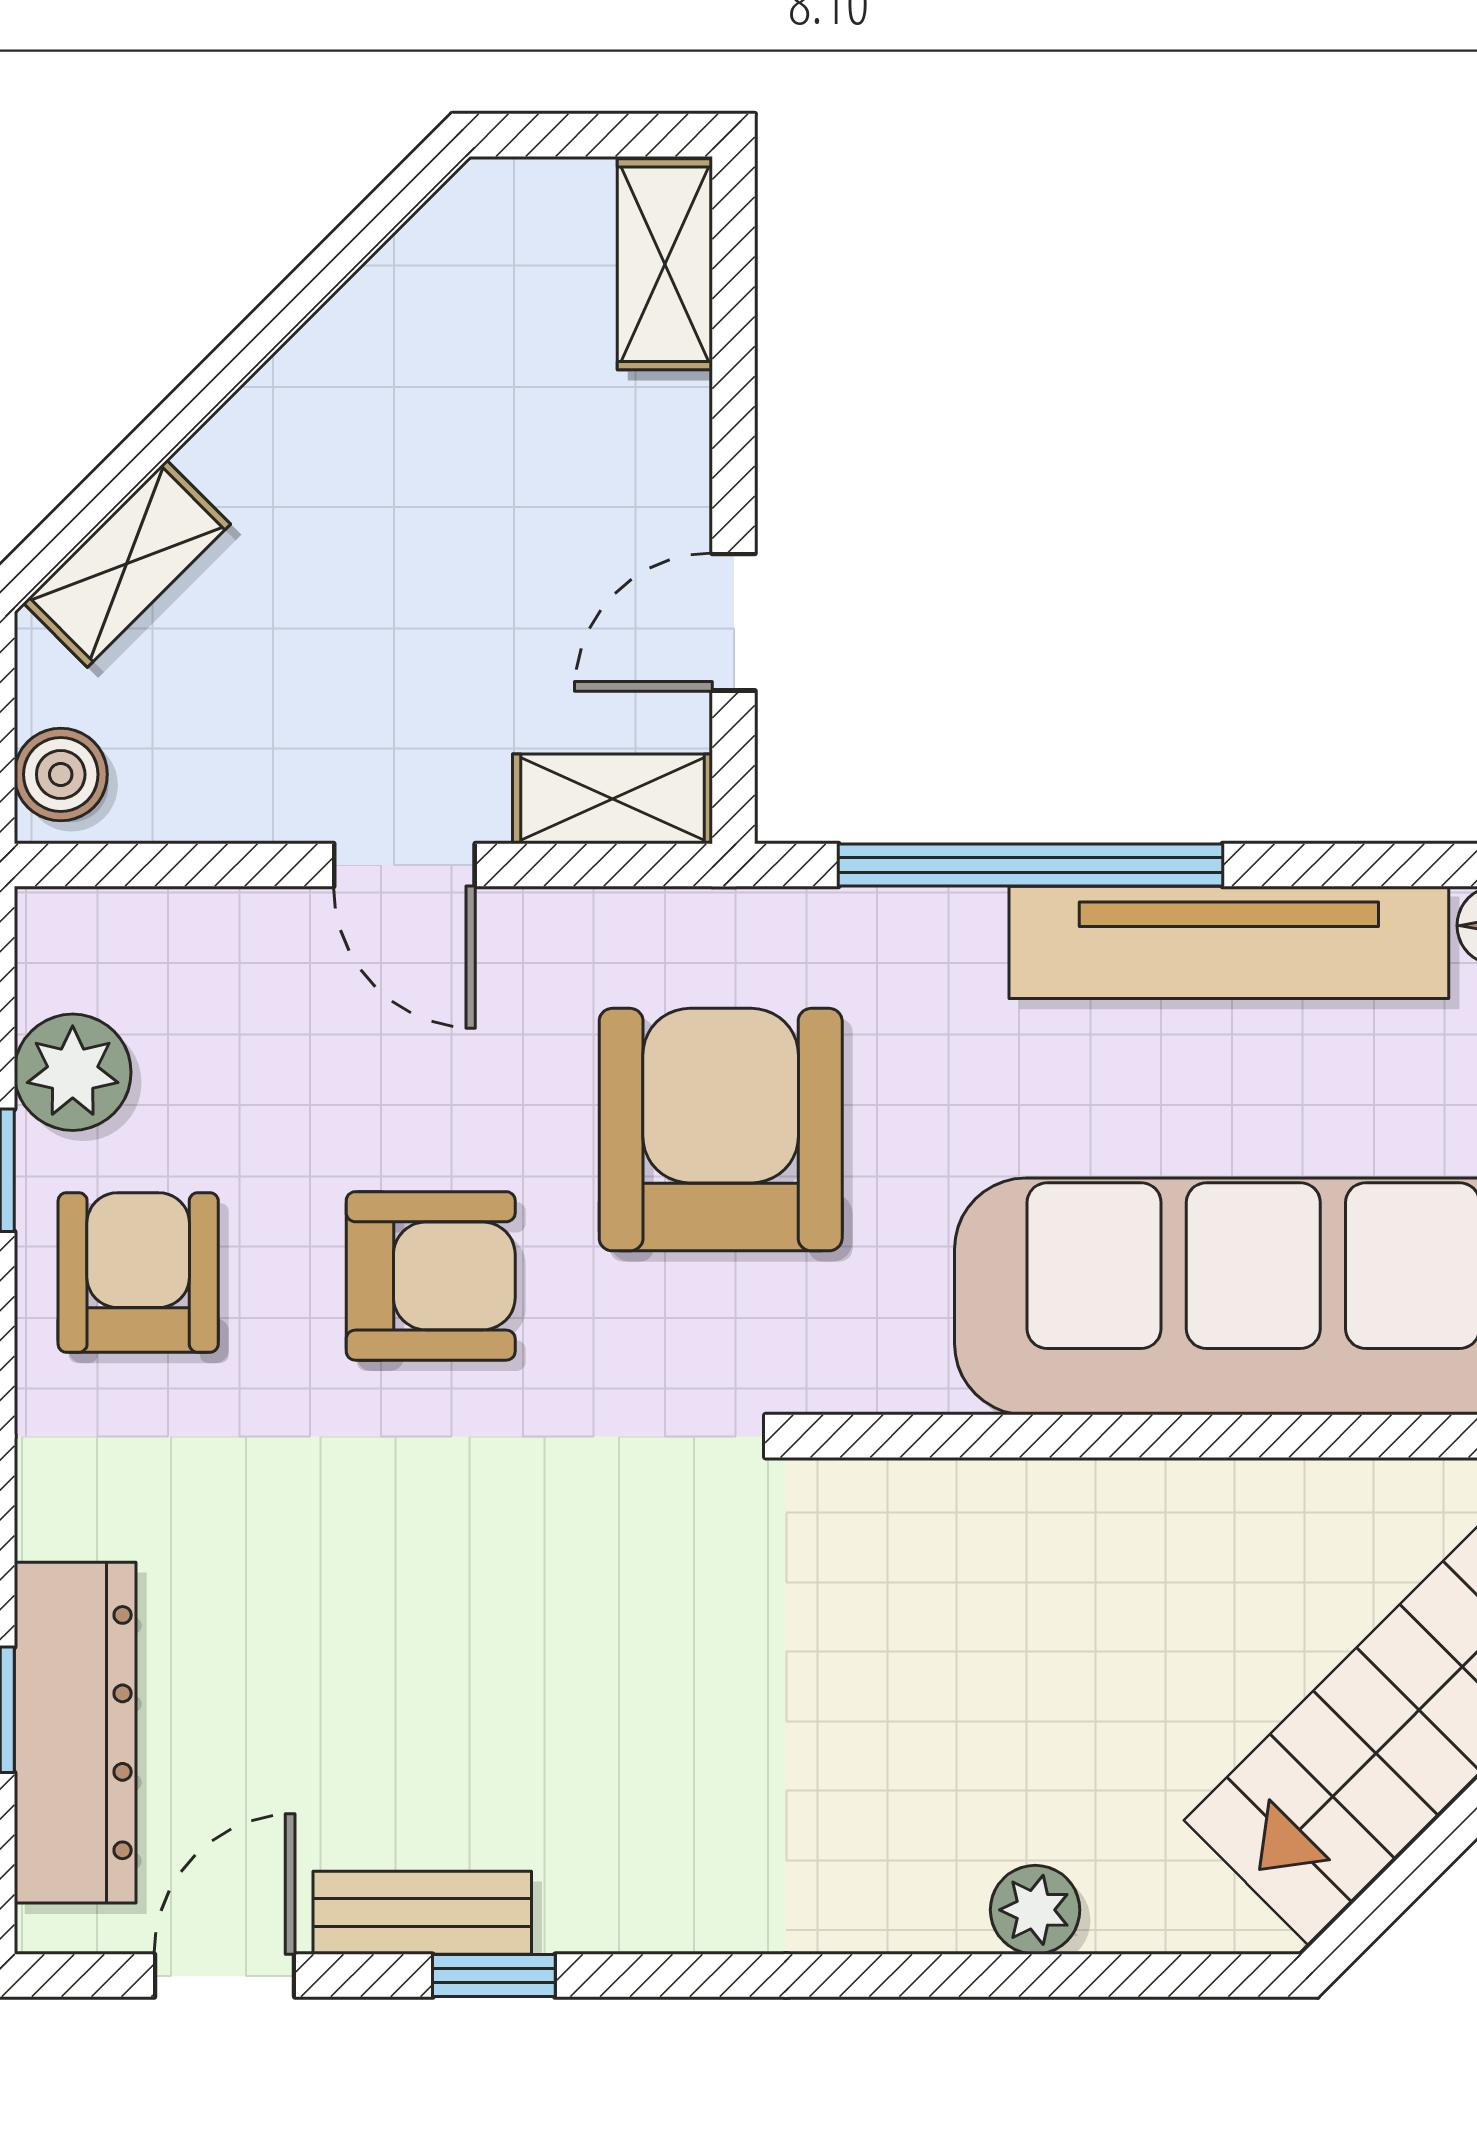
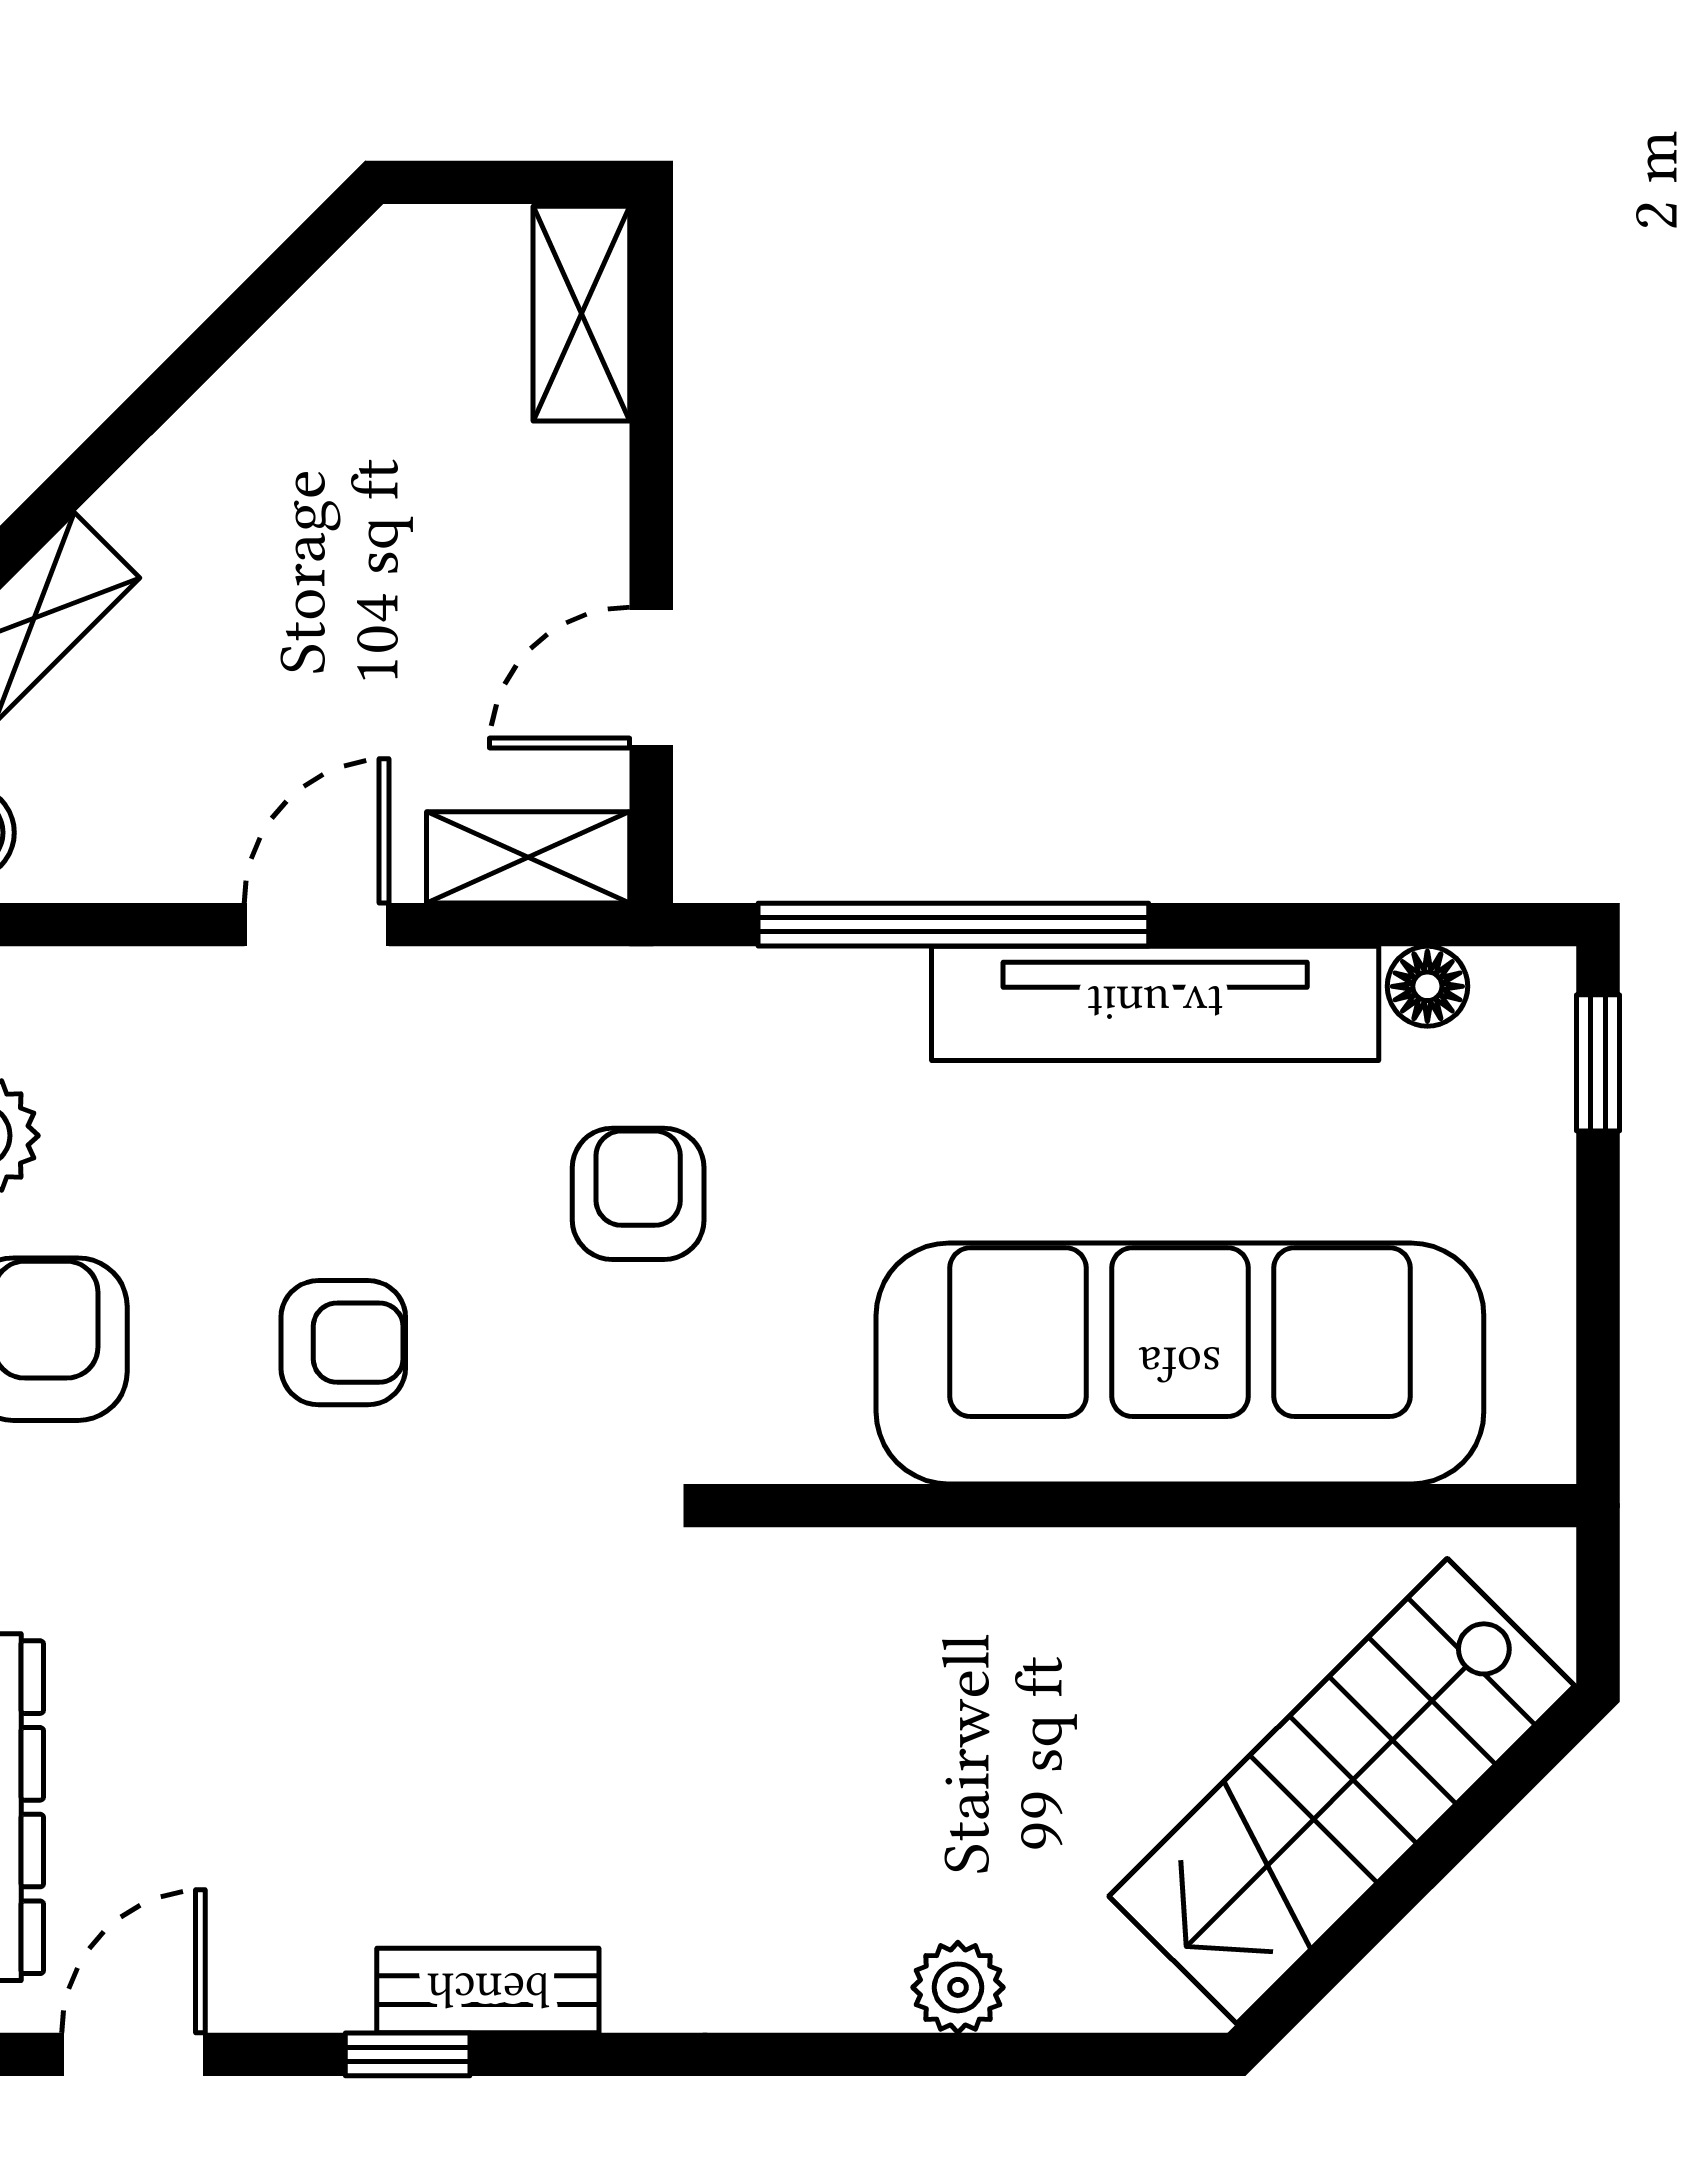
door: (404, 865) -> (317, 925), swing flipped
armchair: (721, 1130) -> (638, 1194), width x0.53, depth x0.53
armchair: (431, 1276) -> (343, 1343), width x0.72, depth x0.72
bench: (422, 1913) -> (488, 1990), moved

